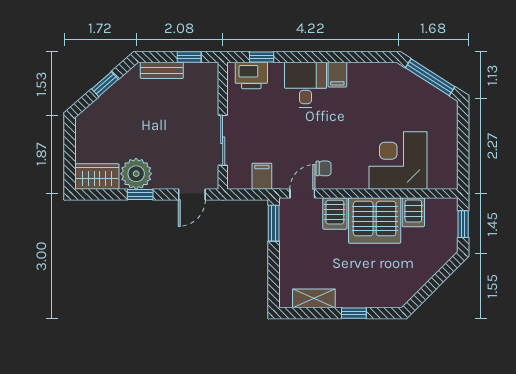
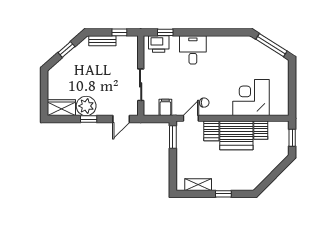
filing cabinet: (337, 75) -> (213, 44), removed

